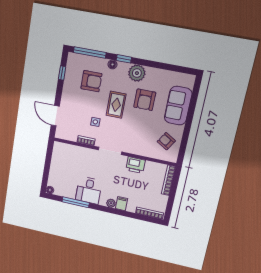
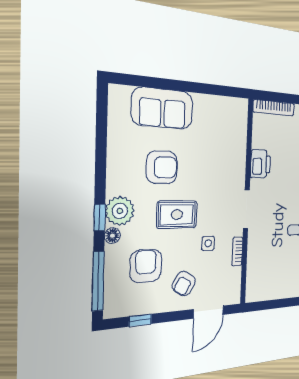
plant: (137, 73) -> (120, 211), moved
armchair: (166, 141) -> (184, 284), moved

